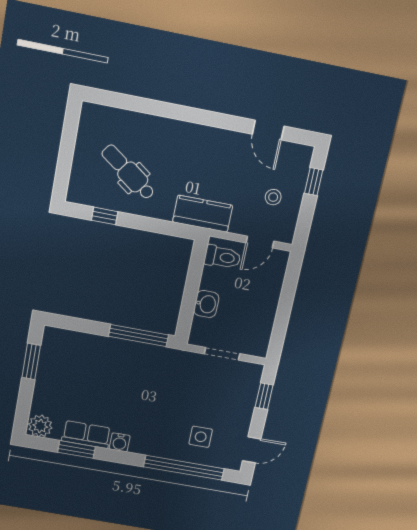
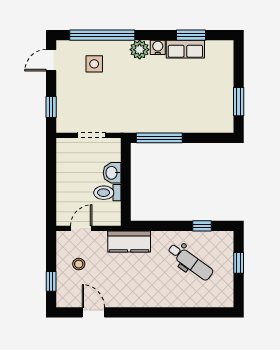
window: (65, 159) -> (239, 263), added
toilet: (222, 257) -> (107, 193), moved
plant: (40, 426) -> (140, 50), moved

